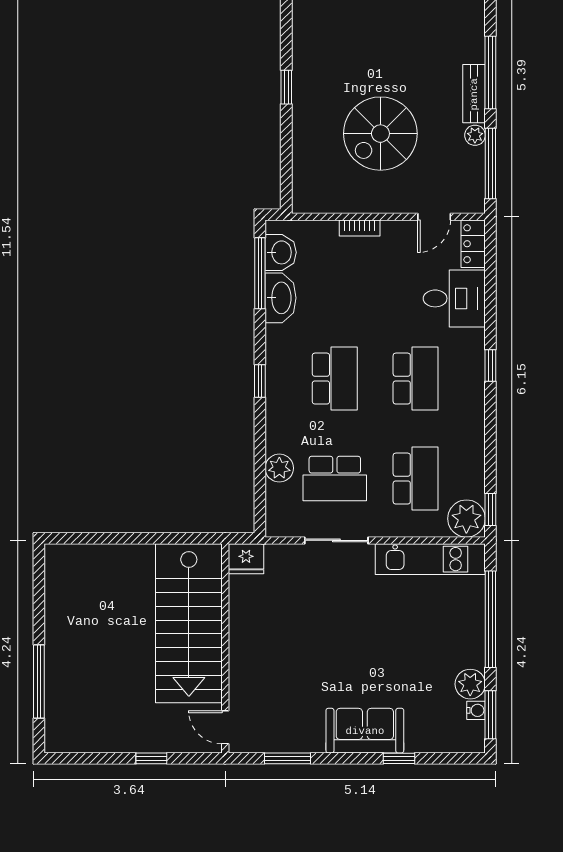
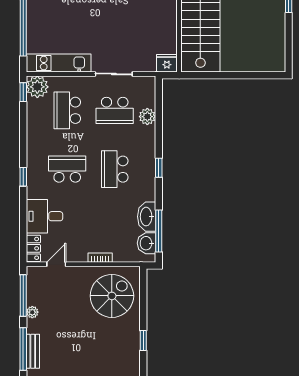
bench: (474, 94) -> (33, 351), moved
spiral stairs: (380, 134) -> (112, 296), moved
school desk: (416, 379) -> (67, 169), turned 90
school desk: (335, 479) -> (115, 110), turned 180

